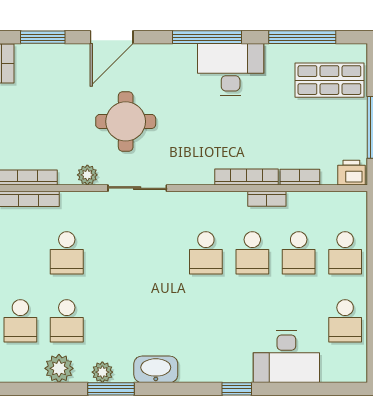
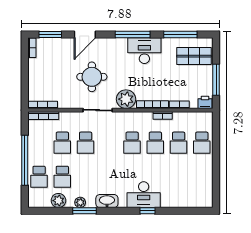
plant: (87, 175) -> (126, 99), moved, width x1.88, depth x1.88
school desk: (345, 321) -> (86, 143), moved
desk: (286, 357) -> (144, 195), moved

